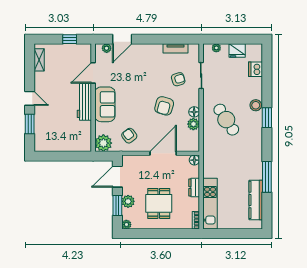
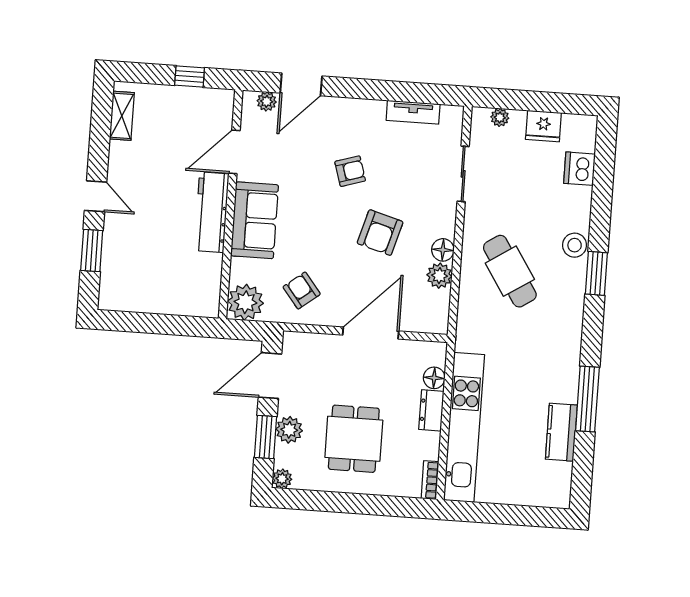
armchair: (178, 79) -> (350, 171), moved
floor lamp: (194, 160) -> (434, 378), moved
kitchen counter: (256, 200) -> (561, 432), width x0.67
kitchen unit: (210, 204) -> (464, 427), width x1.36

